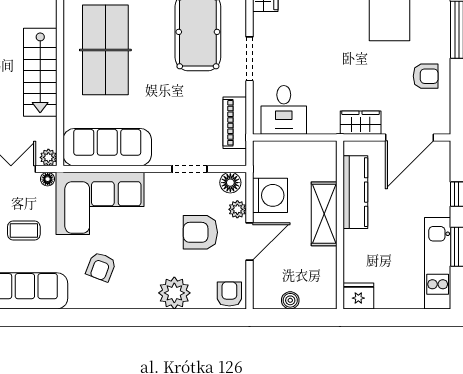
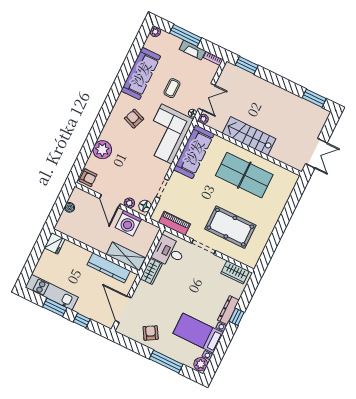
armchair: (426, 76) -> (151, 333), turned 150
wardrobe: (361, 123) -> (151, 271), moved
shelving: (324, 214) -> (126, 256), moved
armchair: (200, 232) -> (127, 178), removed

